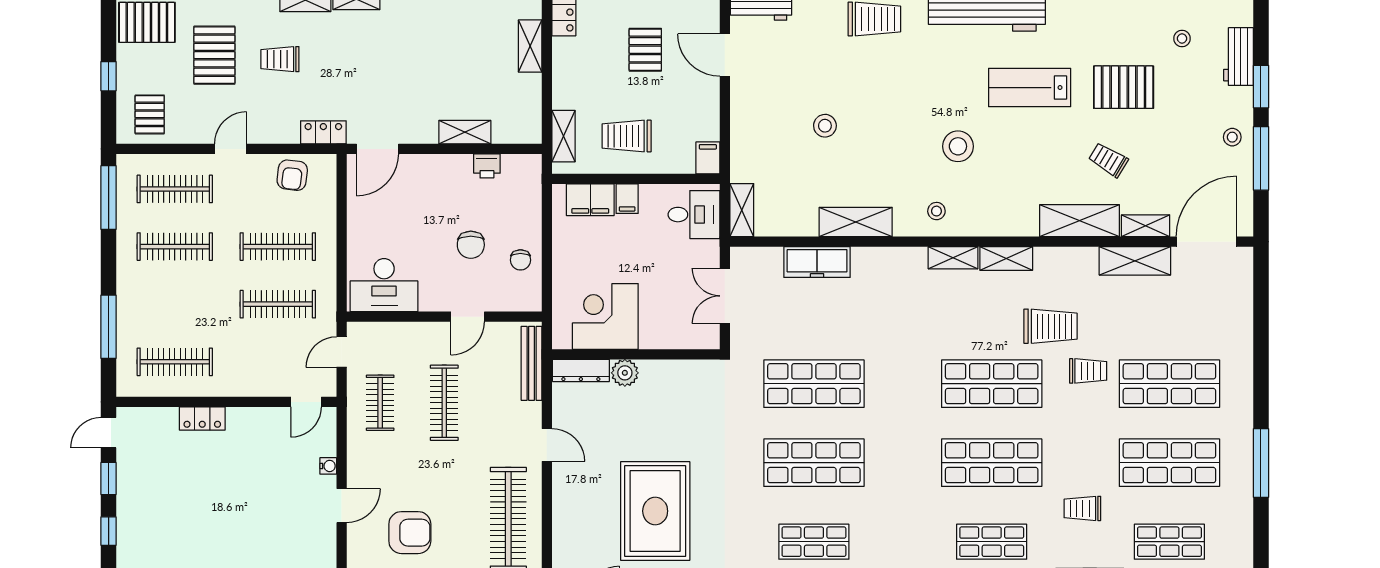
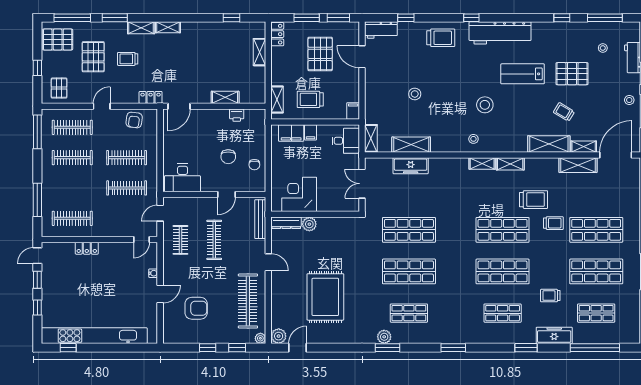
pallet: (645, 50) -> (320, 54), width x1.50, depth x1.42
shelving: (856, 222) -> (411, 145), moved

